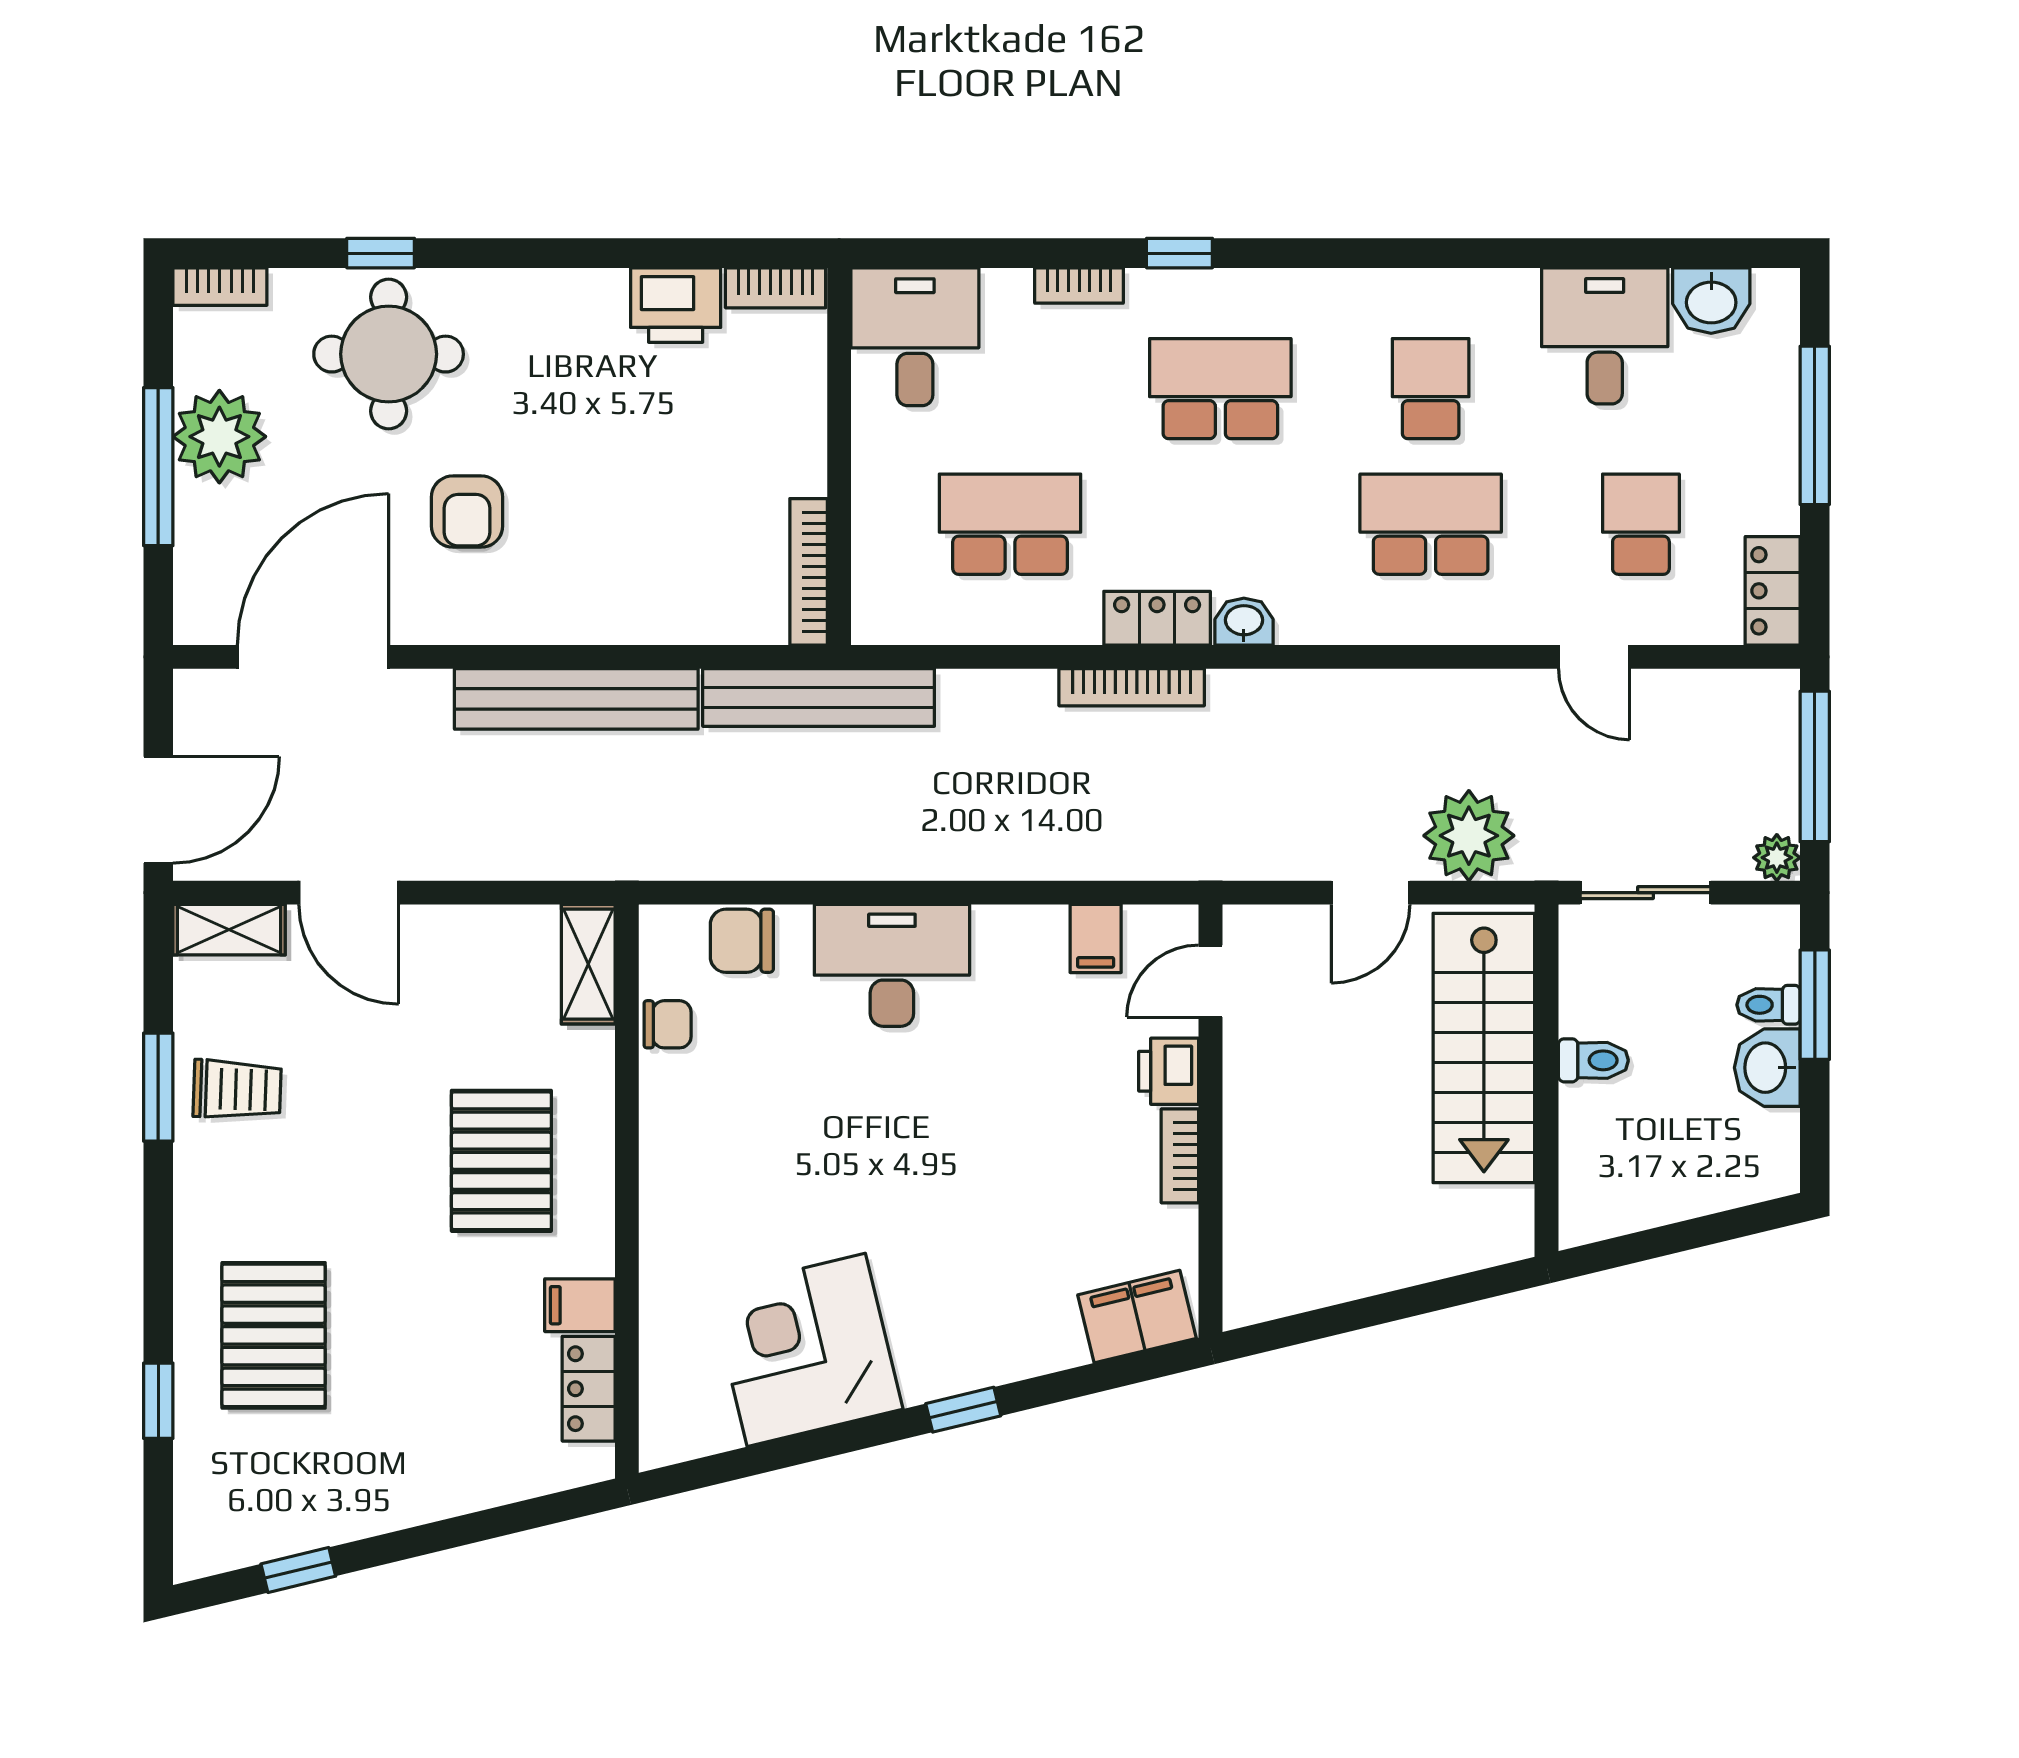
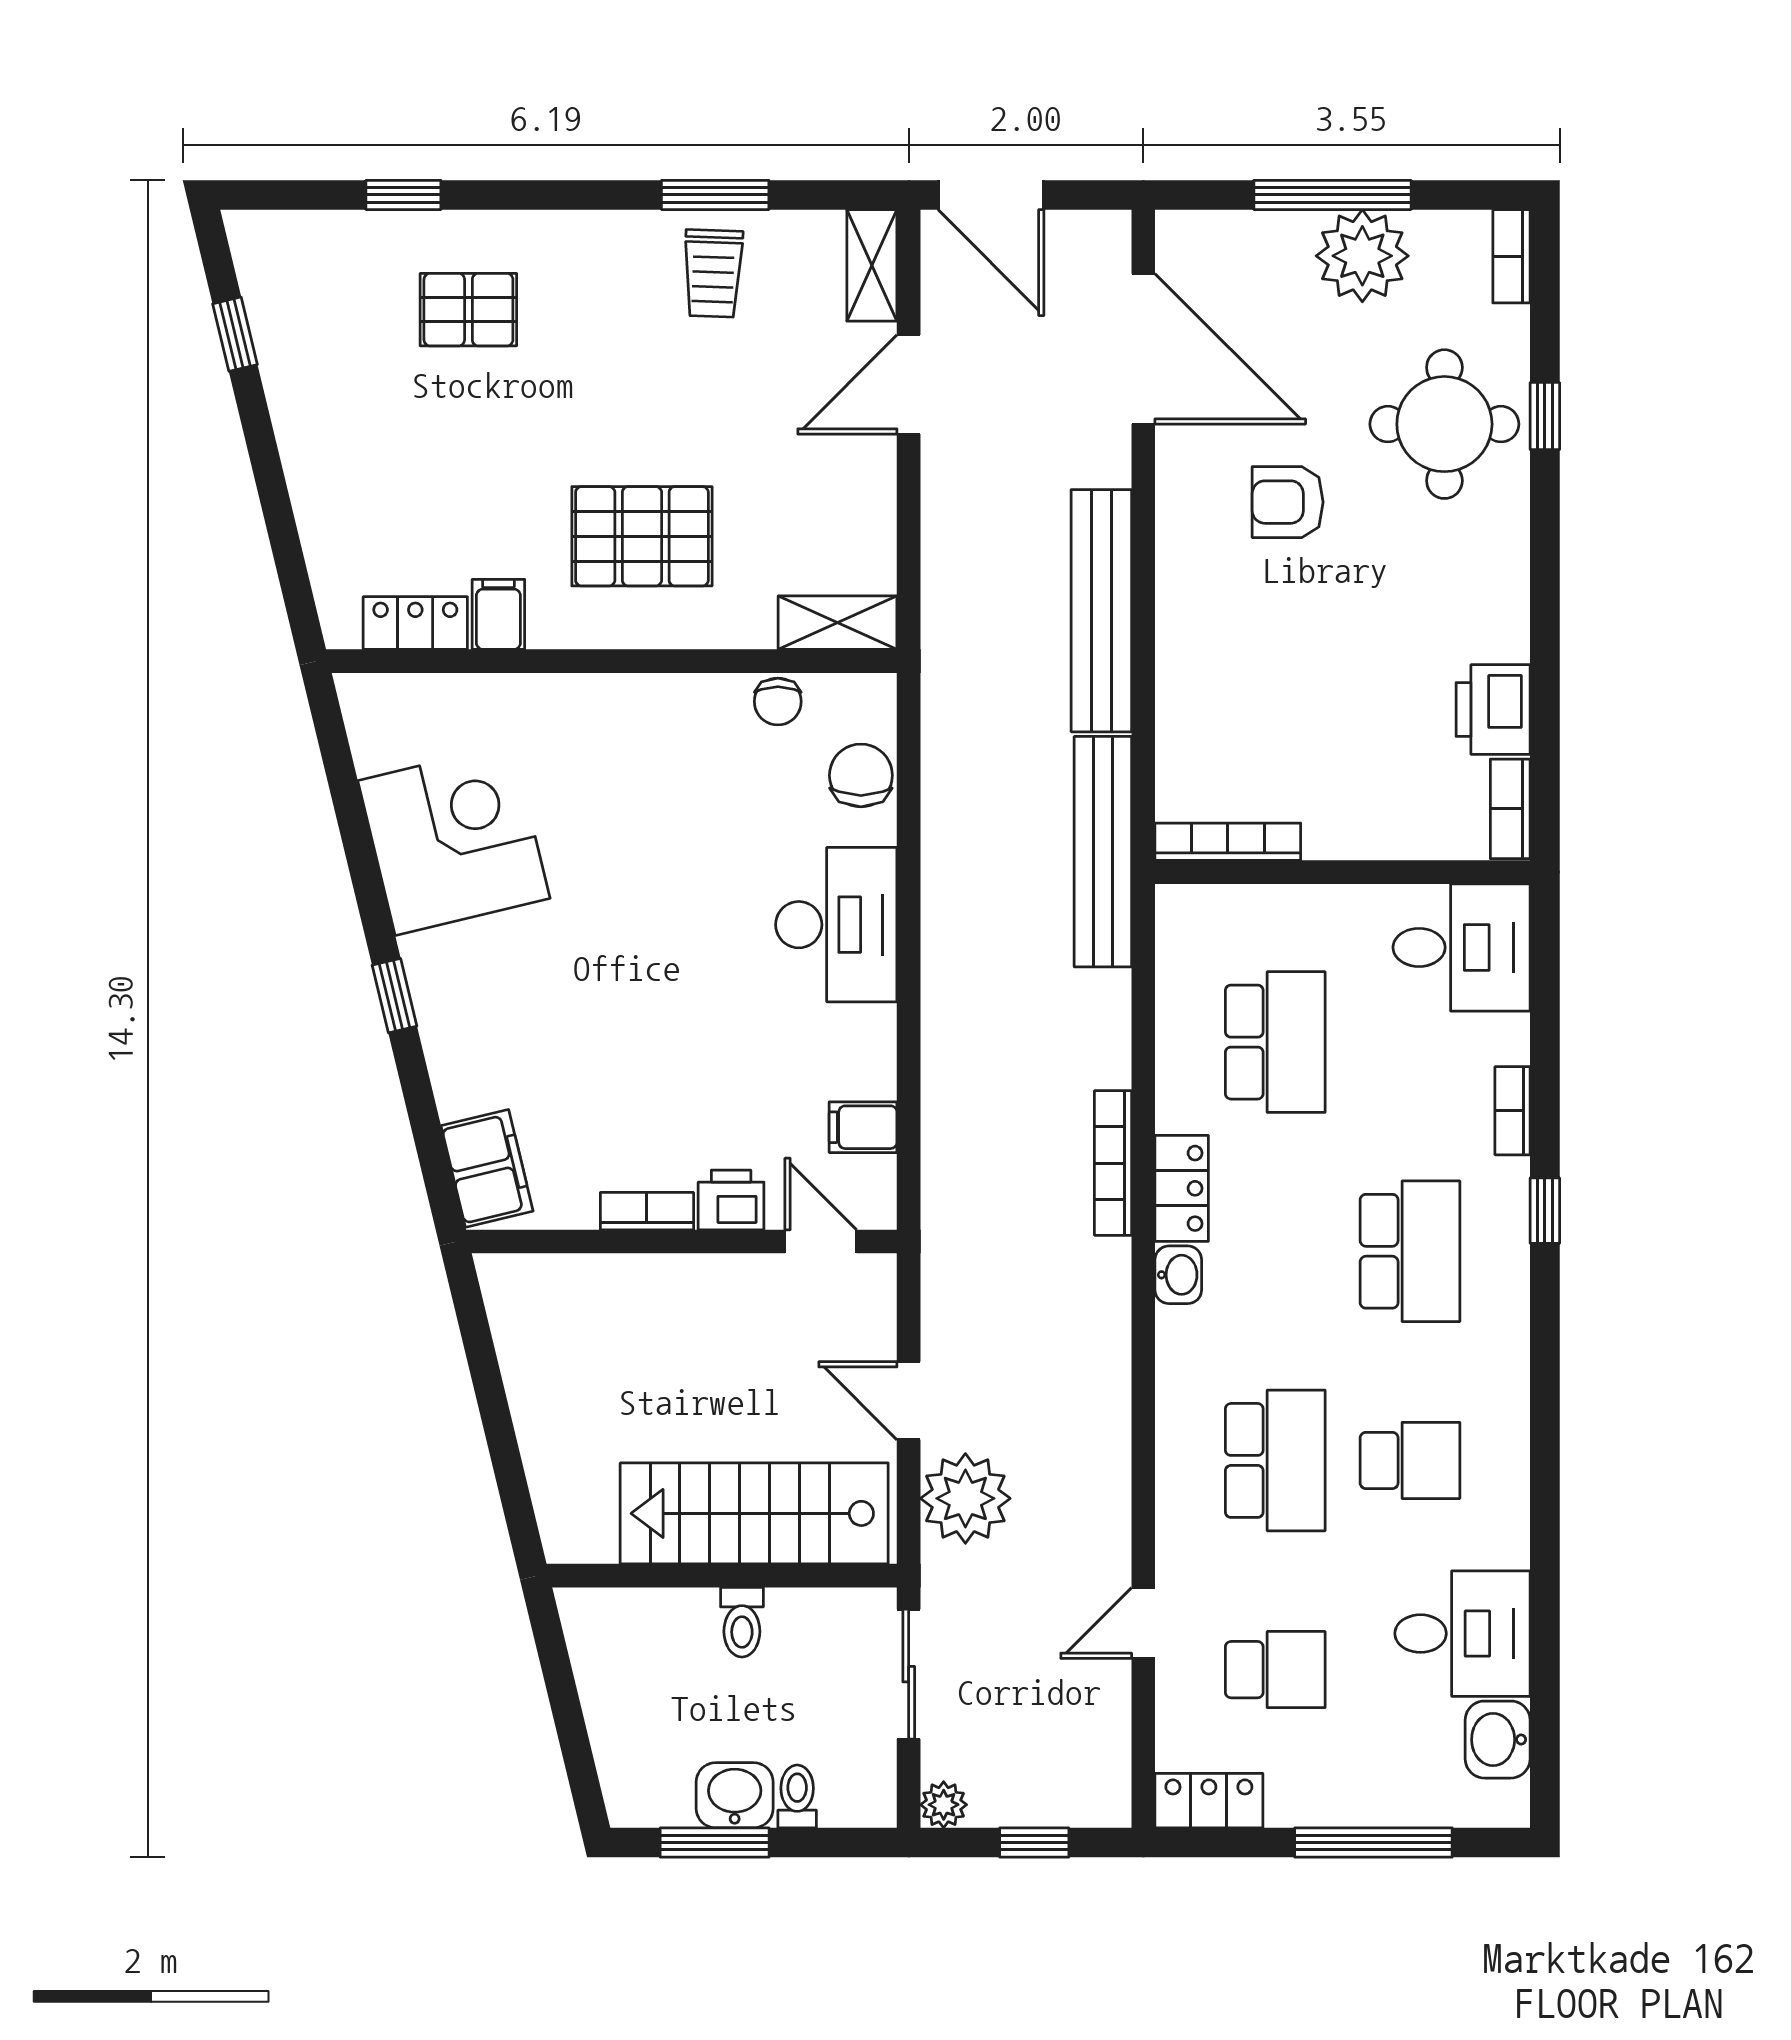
window: (1815, 766) -> (1034, 1842), width x0.46
window: (1815, 1005) -> (715, 1842), moved
pallet: (274, 1335) -> (468, 310), width x0.67, depth x0.71

